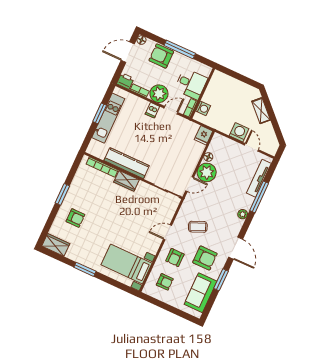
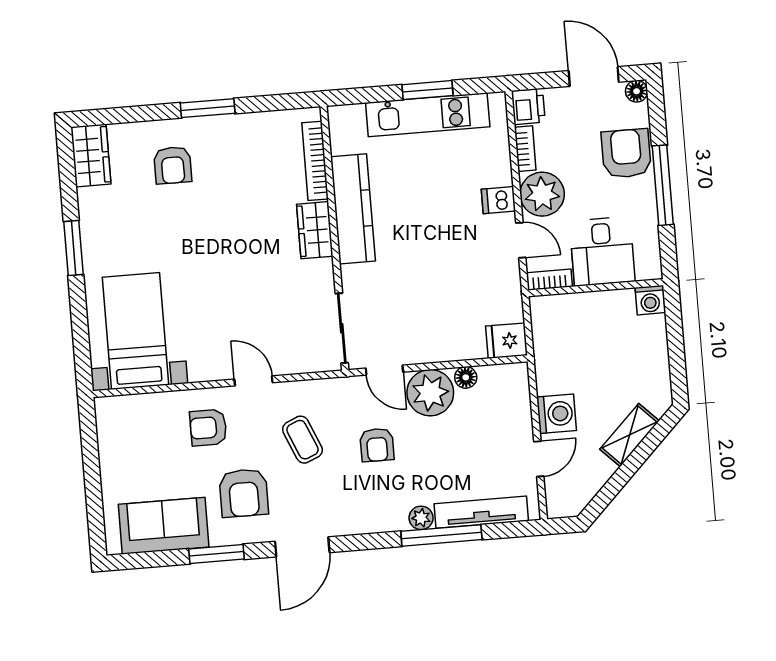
washing machine: (203, 108) -> (650, 300), moved
plant: (243, 214) -> (421, 518), moved
armchair: (165, 282) -> (377, 445), moved

